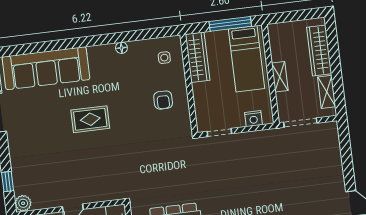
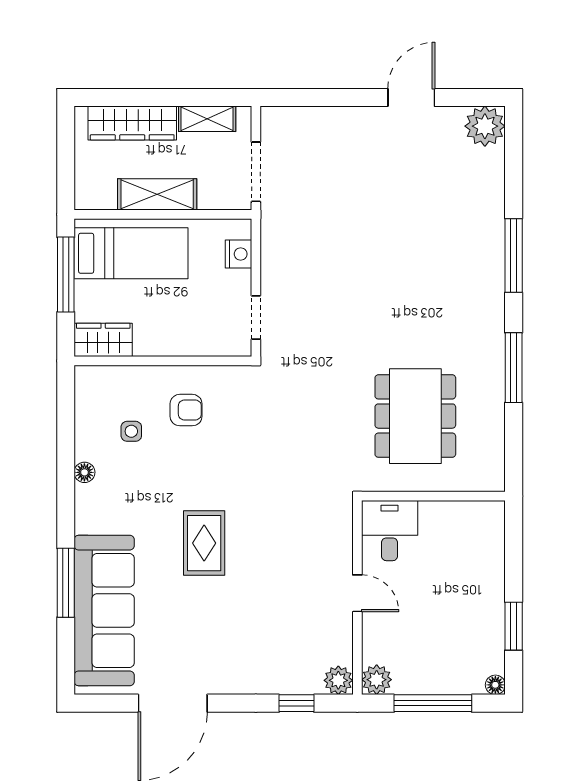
window: (59, 45) -> (66, 583), added
wardrobe: (197, 57) -> (103, 340), width x0.67
side table: (164, 58) -> (131, 431), moved
shelving: (280, 77) -> (157, 194), width x1.50, depth x1.33

